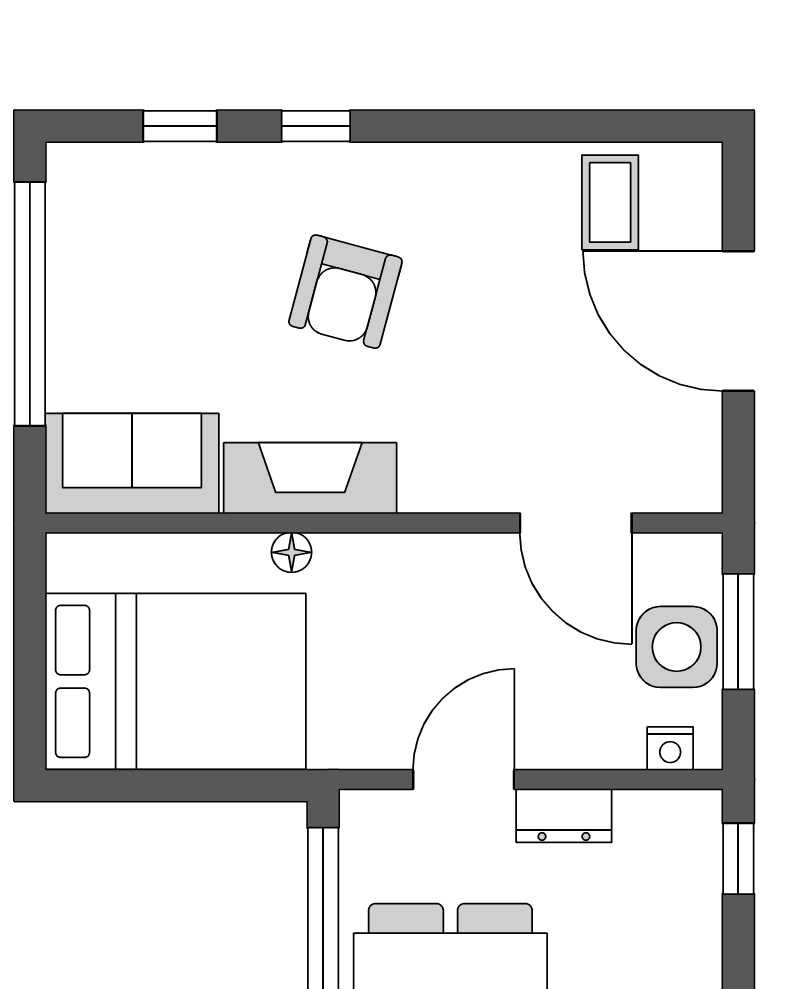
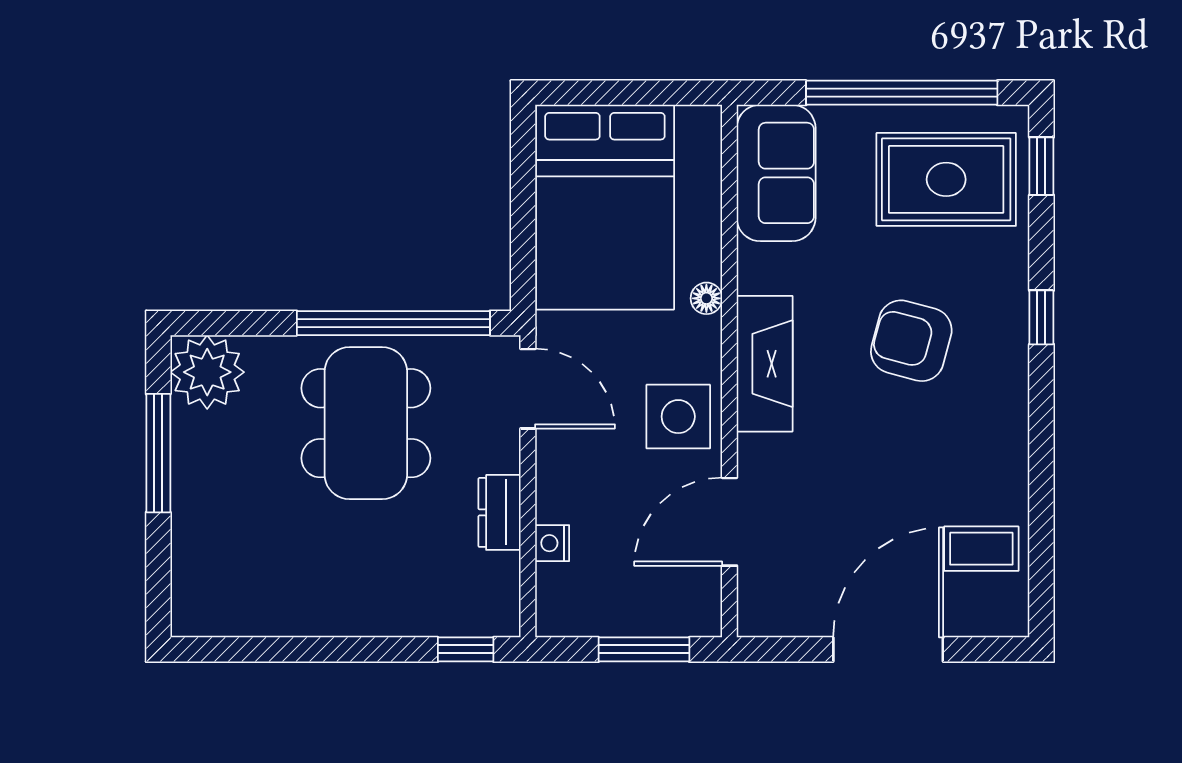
window: (180, 126) -> (1041, 166), moved
rug: (140, 247) -> (946, 179), added
fireplace: (310, 478) -> (765, 364), moved
side table: (677, 647) -> (678, 417), moved
nightstand: (670, 749) -> (552, 543), moved
door: (464, 779) -> (528, 389), moved

